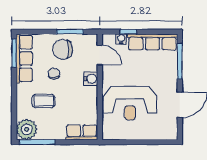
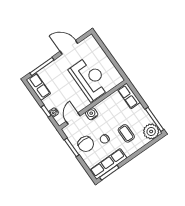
row of seats: (152, 42) -> (38, 87), width x0.68

